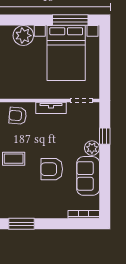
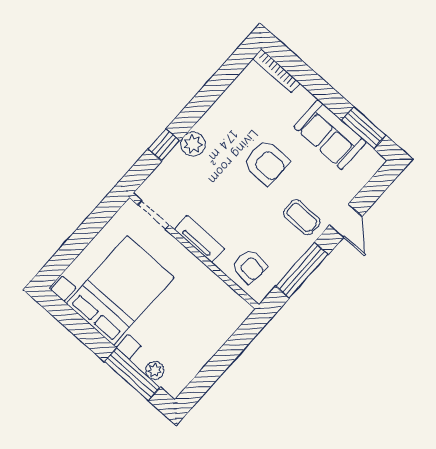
window: (70, 20) -> (132, 374), moved
plant: (23, 36) -> (155, 370), width x0.53, depth x0.53
sofa: (88, 176) -> (330, 135), moved, turned 90

